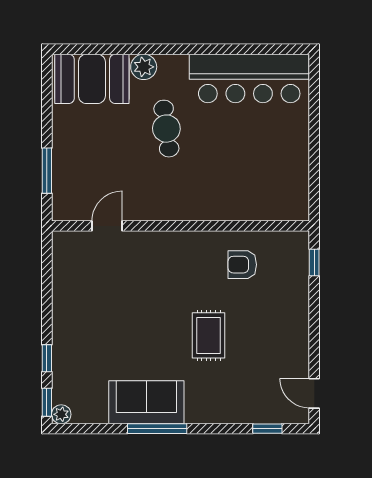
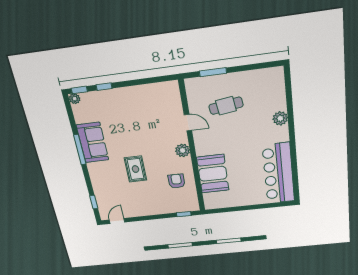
booth: (92, 79) -> (213, 174), moved
cafe table: (166, 129) -> (226, 106), moved
door: (107, 226) -> (188, 123), moved
plant: (182, 244) -> (183, 150), added
rug: (209, 335) -> (135, 169), turned 90

